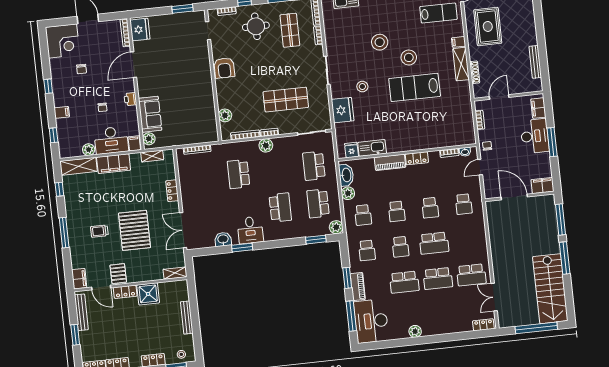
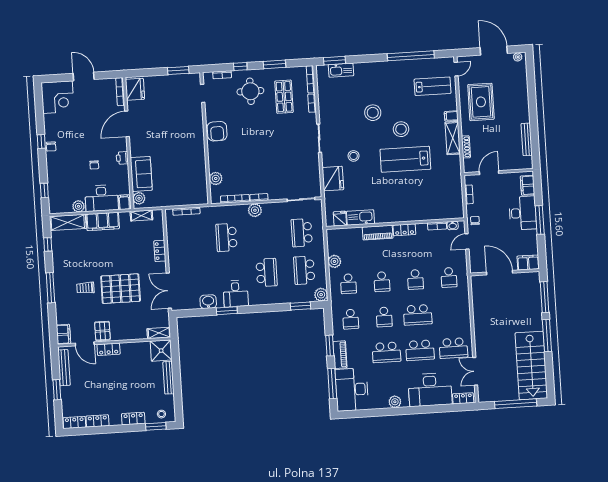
chair: (81, 69) -> (51, 146), moved
shop shelf: (286, 100) -> (277, 165), removed
filing cabinet: (62, 112) -> (54, 168), removed
washbasin: (346, 175) -> (333, 243), removed
pallet: (135, 230) -> (121, 289), turned 90
shower: (148, 294) -> (161, 351), moved
desk: (450, 318) -> (430, 390), added

